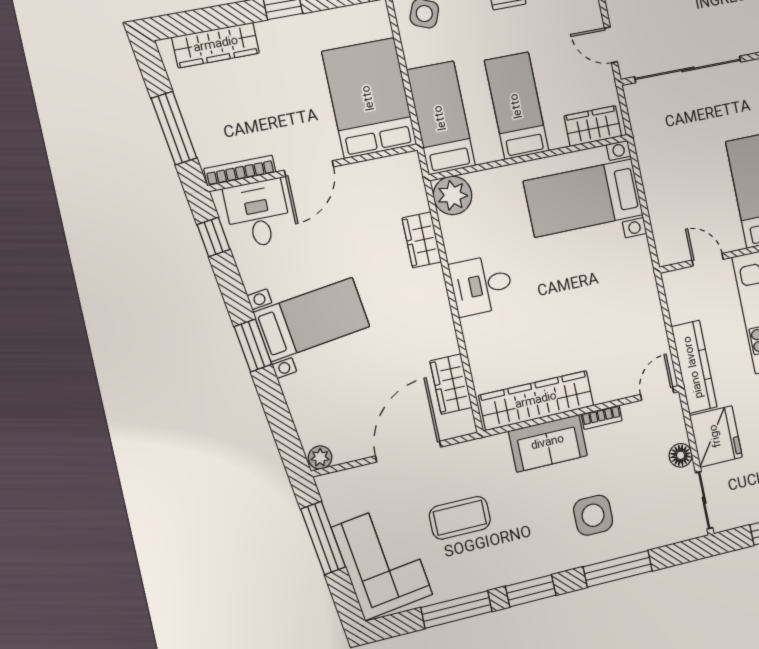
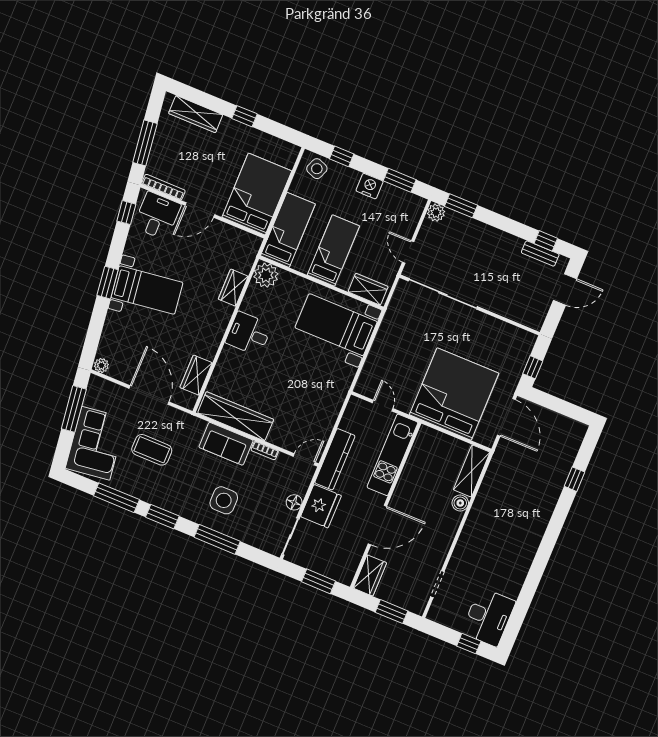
door: (408, 452) -> (149, 395), hinge flipped

